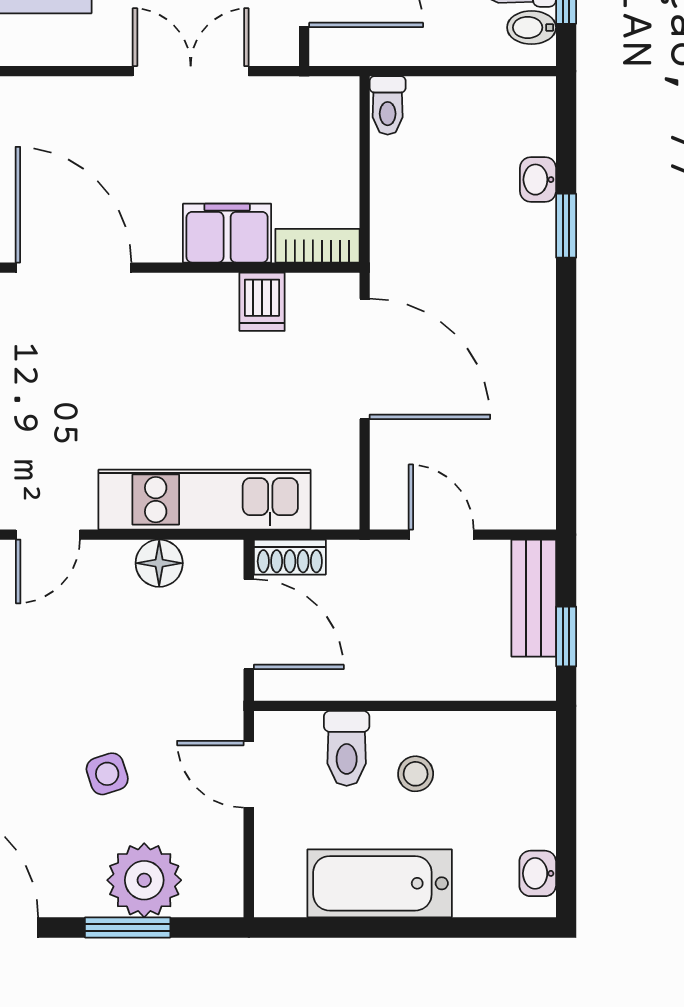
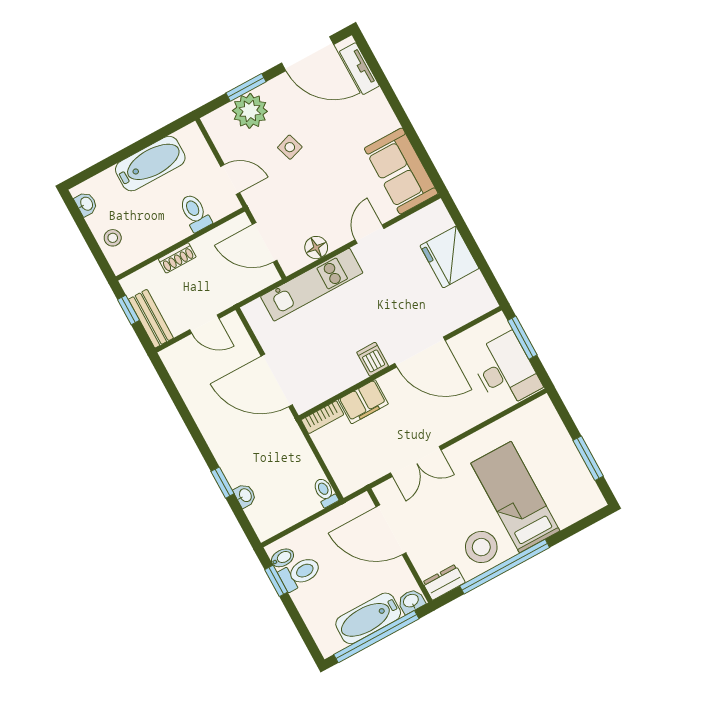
dishwasher: (262, 302) -> (373, 359), moved
shoe rack: (290, 557) -> (177, 258), moved, turned 180
stool: (416, 774) -> (113, 238), moved

